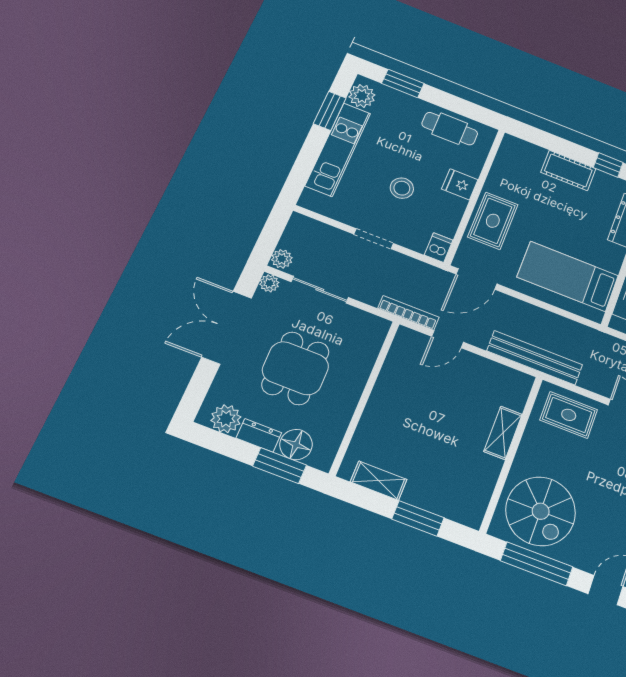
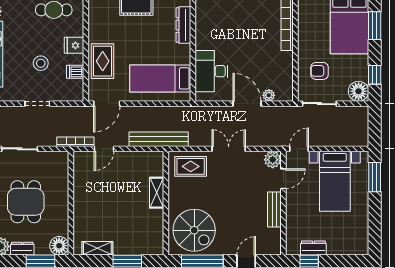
dishwasher: (439, 248) -> (75, 72), moved, turned -90
floor lamp: (296, 445) -> (59, 246), moved

